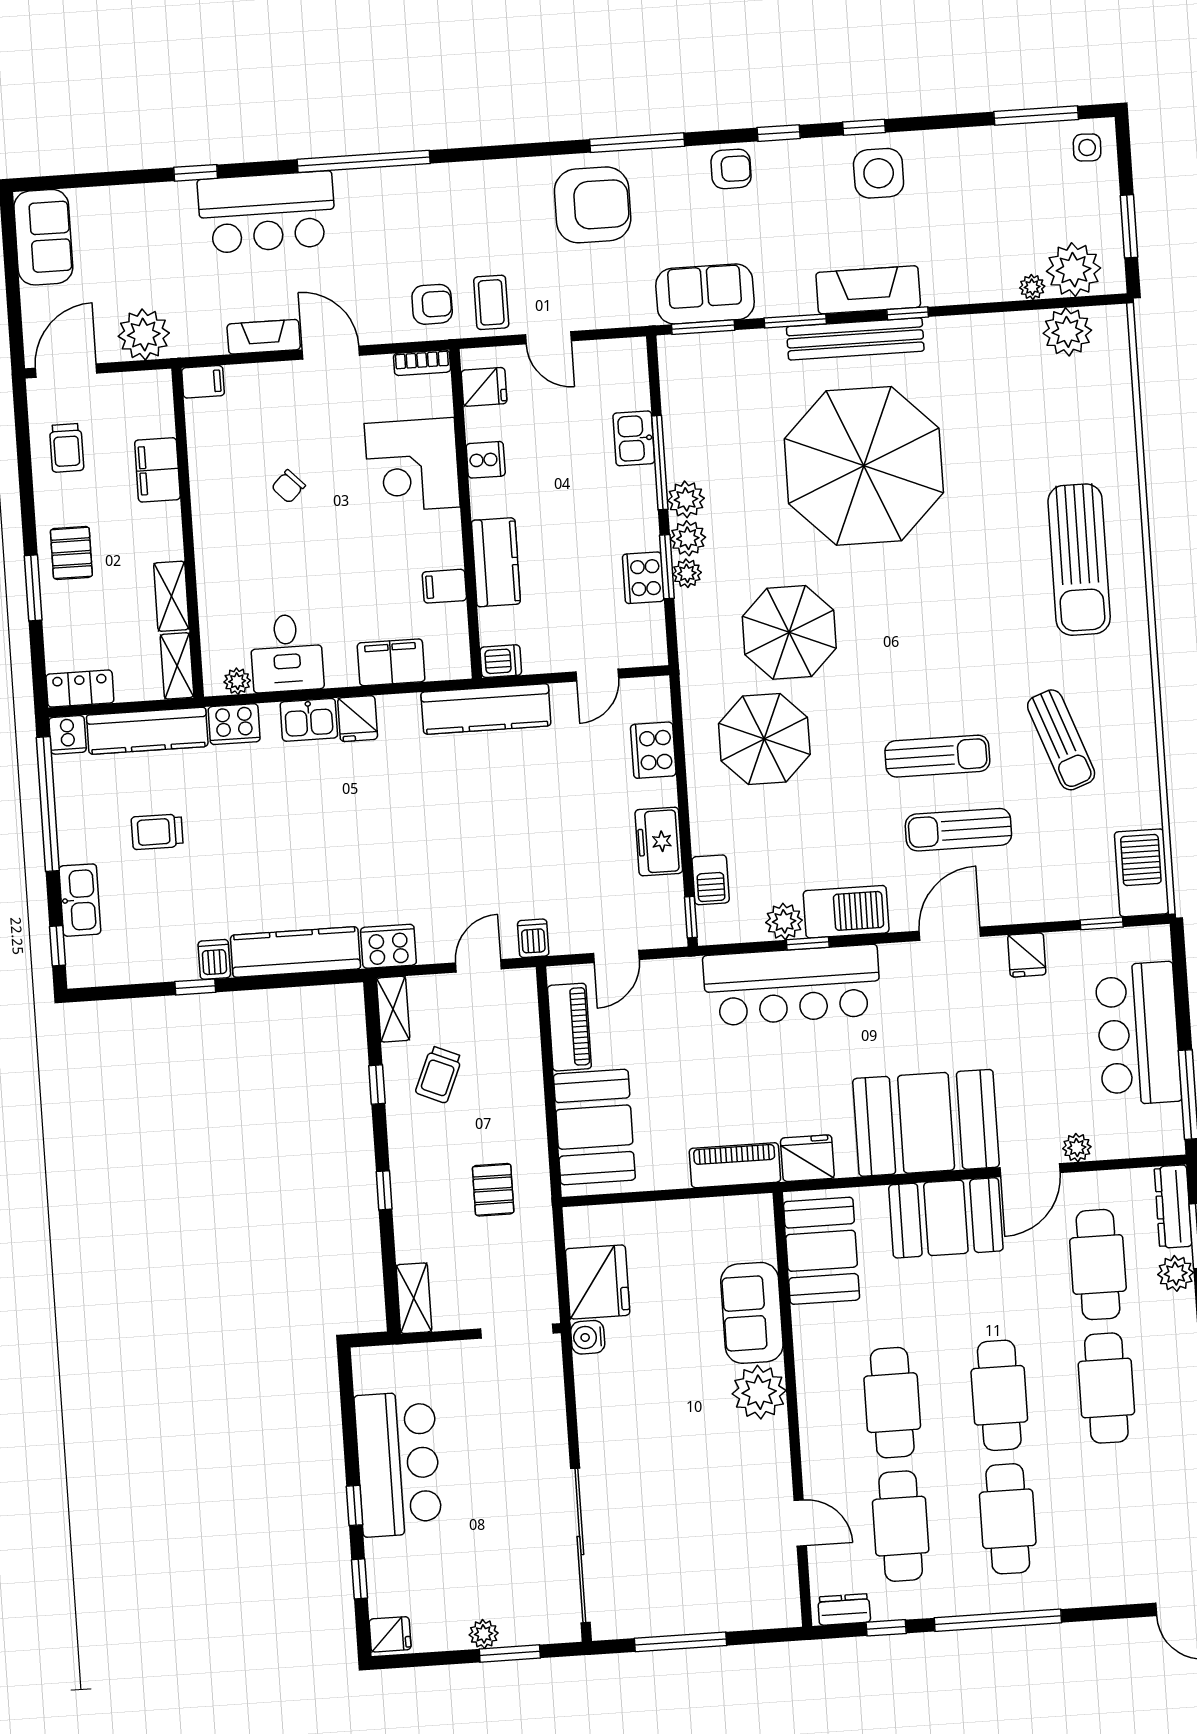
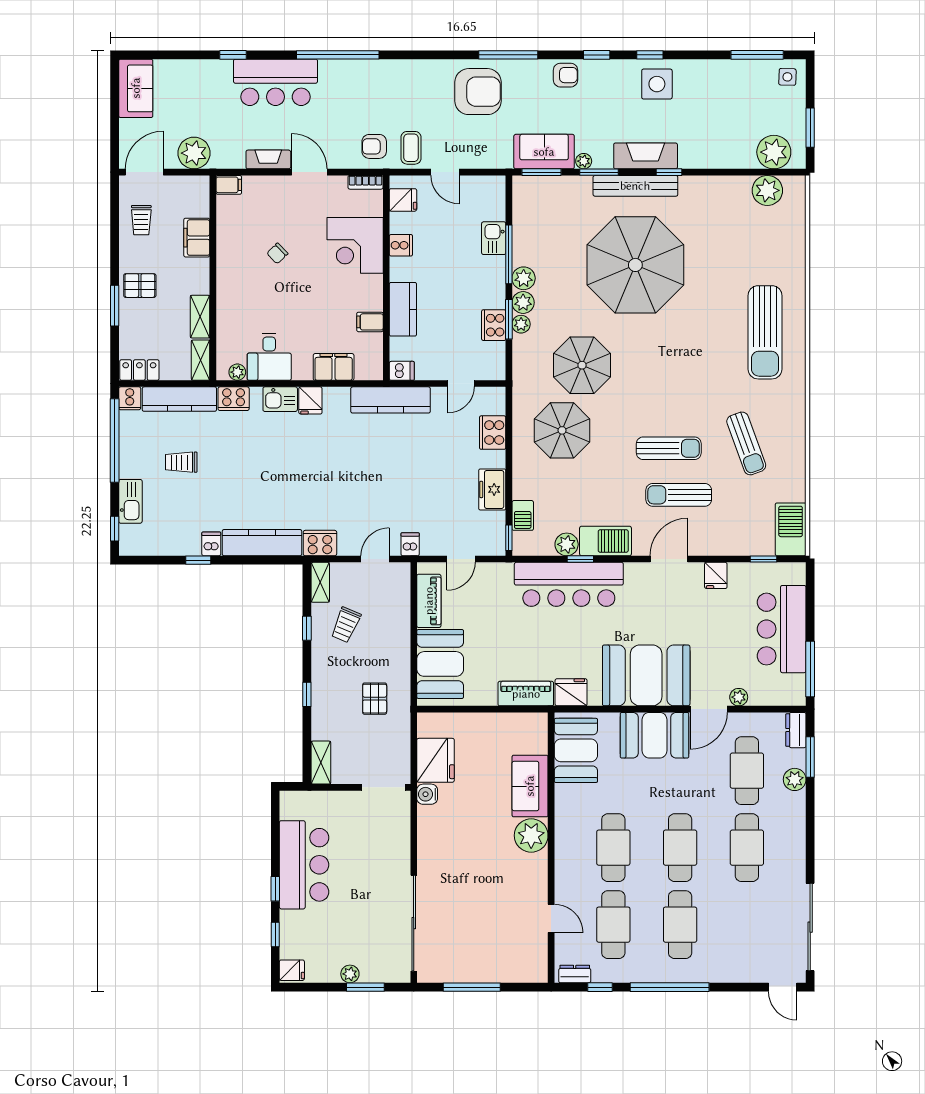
plant: (1032, 287) -> (584, 161), moved
armchair: (432, 304) -> (374, 146), turned 180
pallet: (71, 553) -> (140, 286), turned 90
dresser: (1173, 1207) -> (796, 730), width x0.70

